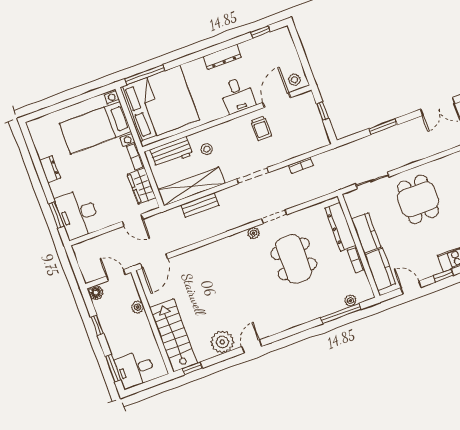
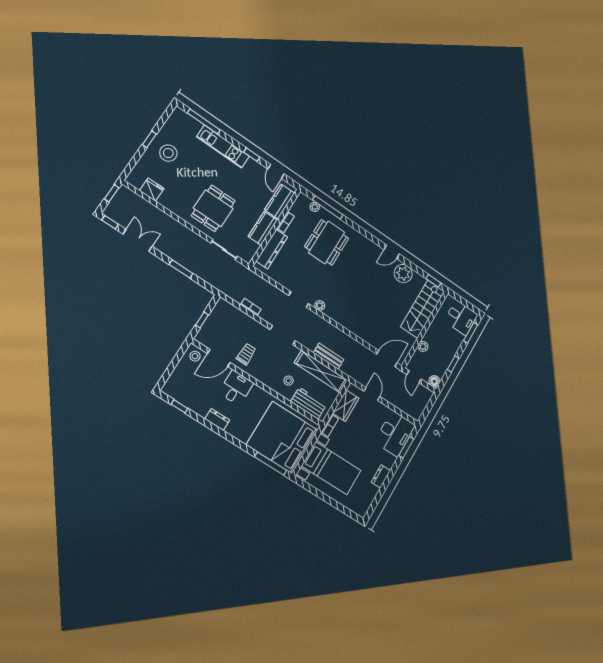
dresser: (222, 57) -> (217, 419), width x0.70
dining table: (294, 259) -> (327, 242), moved

